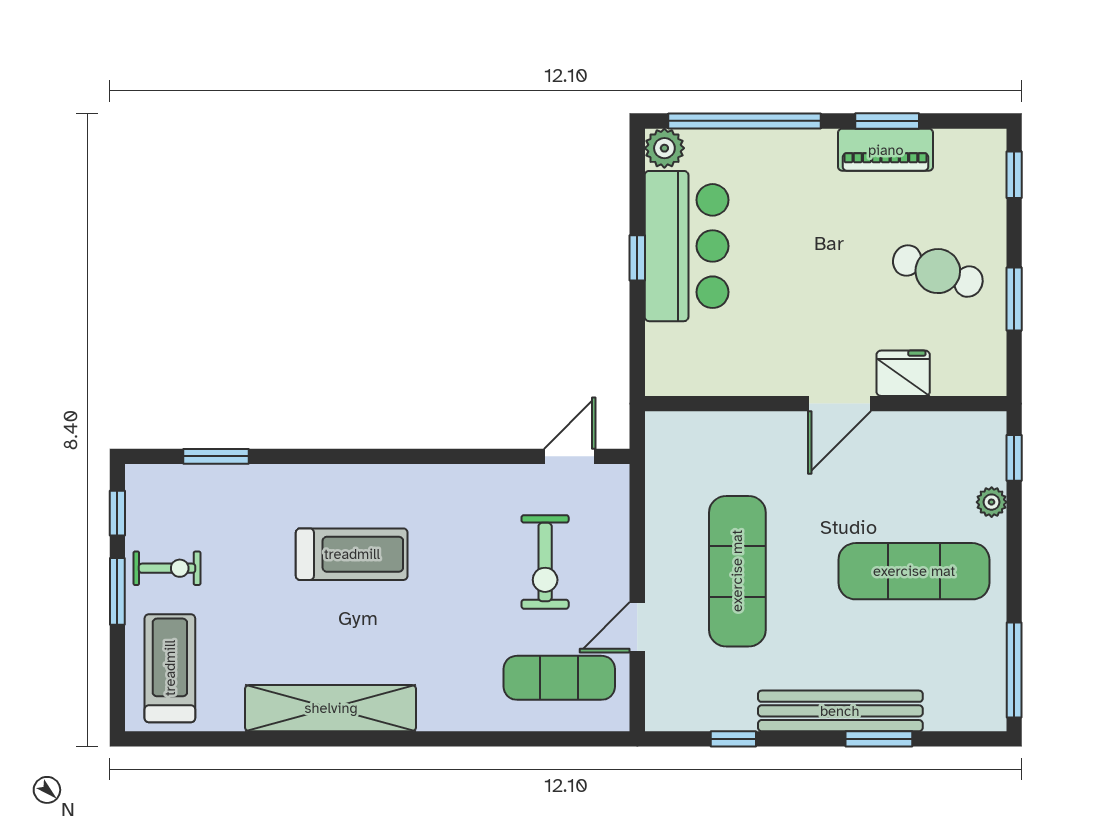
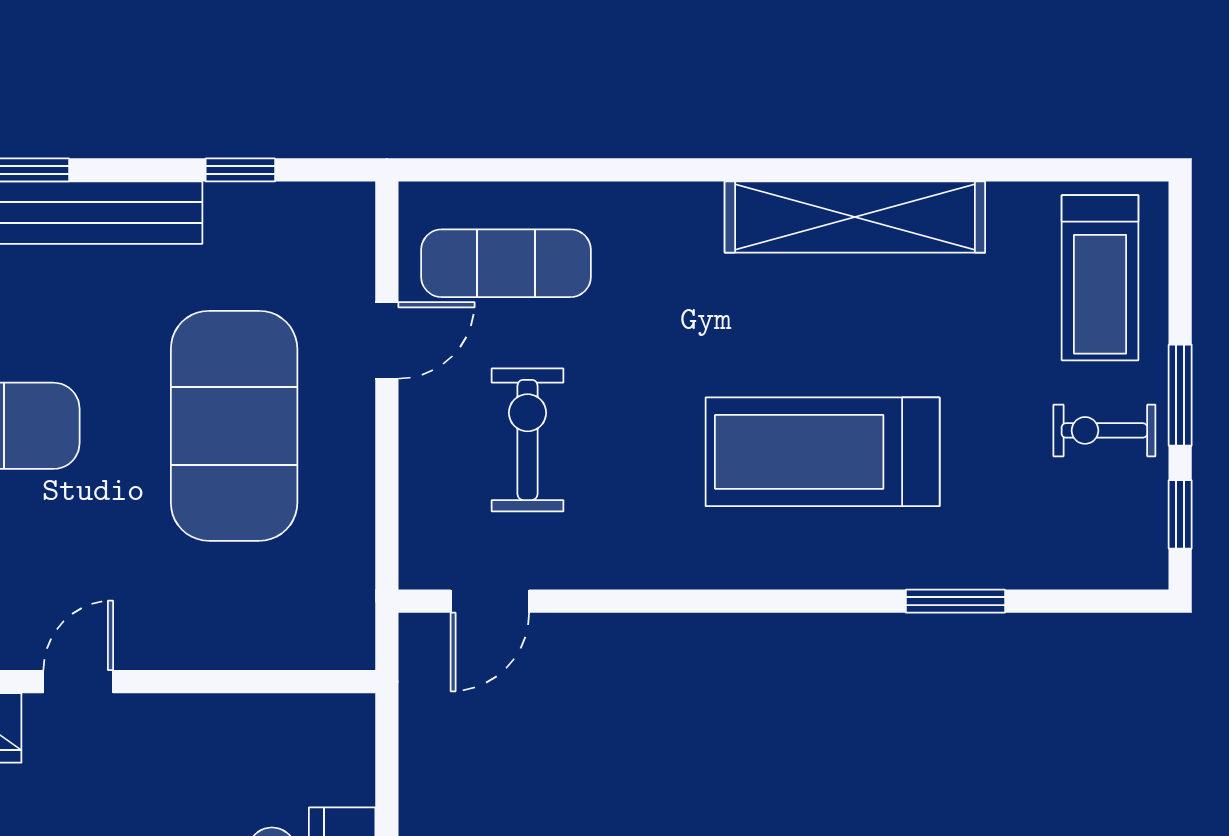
door: (839, 404) -> (78, 682), width x0.73
window: (216, 456) -> (955, 601), moved
treadmill: (352, 554) -> (823, 452), width x1.37, depth x1.38
exercise mat: (737, 571) -> (234, 426), width x1.47

